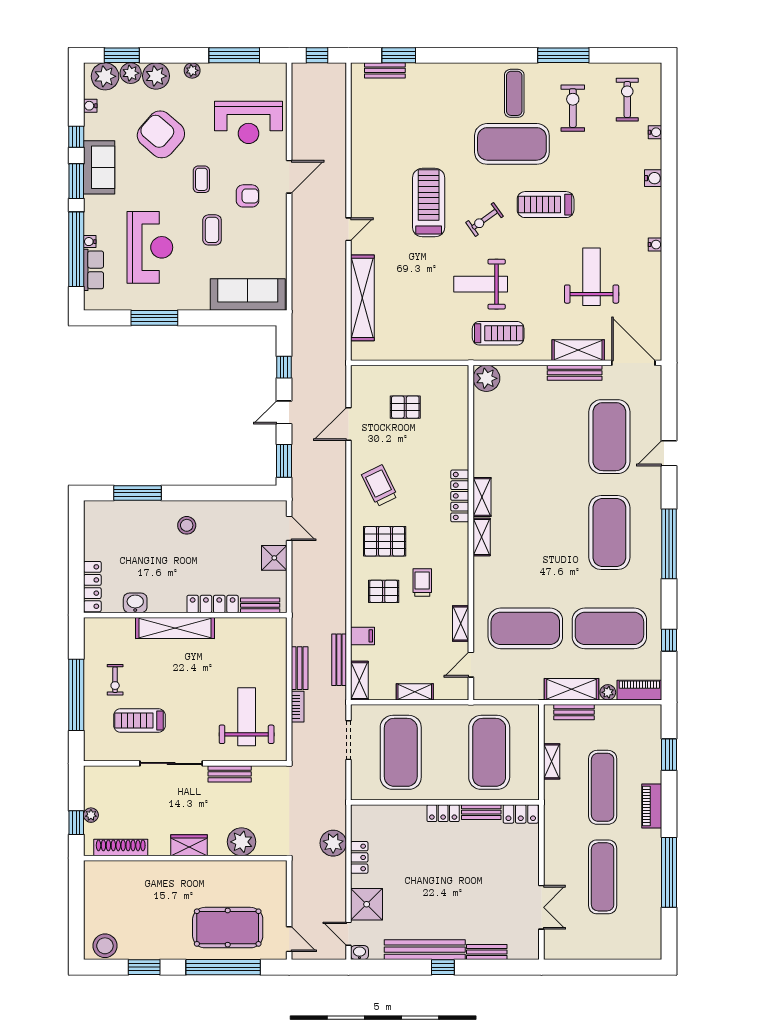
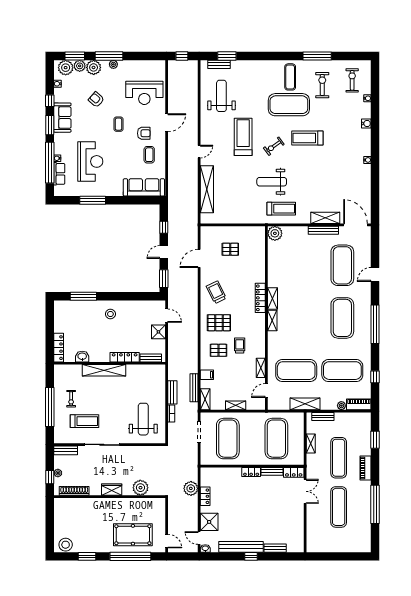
window: (234, 55) -> (109, 56), moved
armchair: (161, 134) -> (96, 100), width x0.53, depth x0.53
coffee table: (212, 230) -> (149, 155), moved
weight bench: (592, 277) -> (221, 96), moved
shelving: (571, 689) -> (305, 404), moved
treadmill: (139, 720) -> (85, 421), turned 180
bench: (230, 774) -> (66, 450), moved
double door: (541, 907) -> (305, 491), moved

